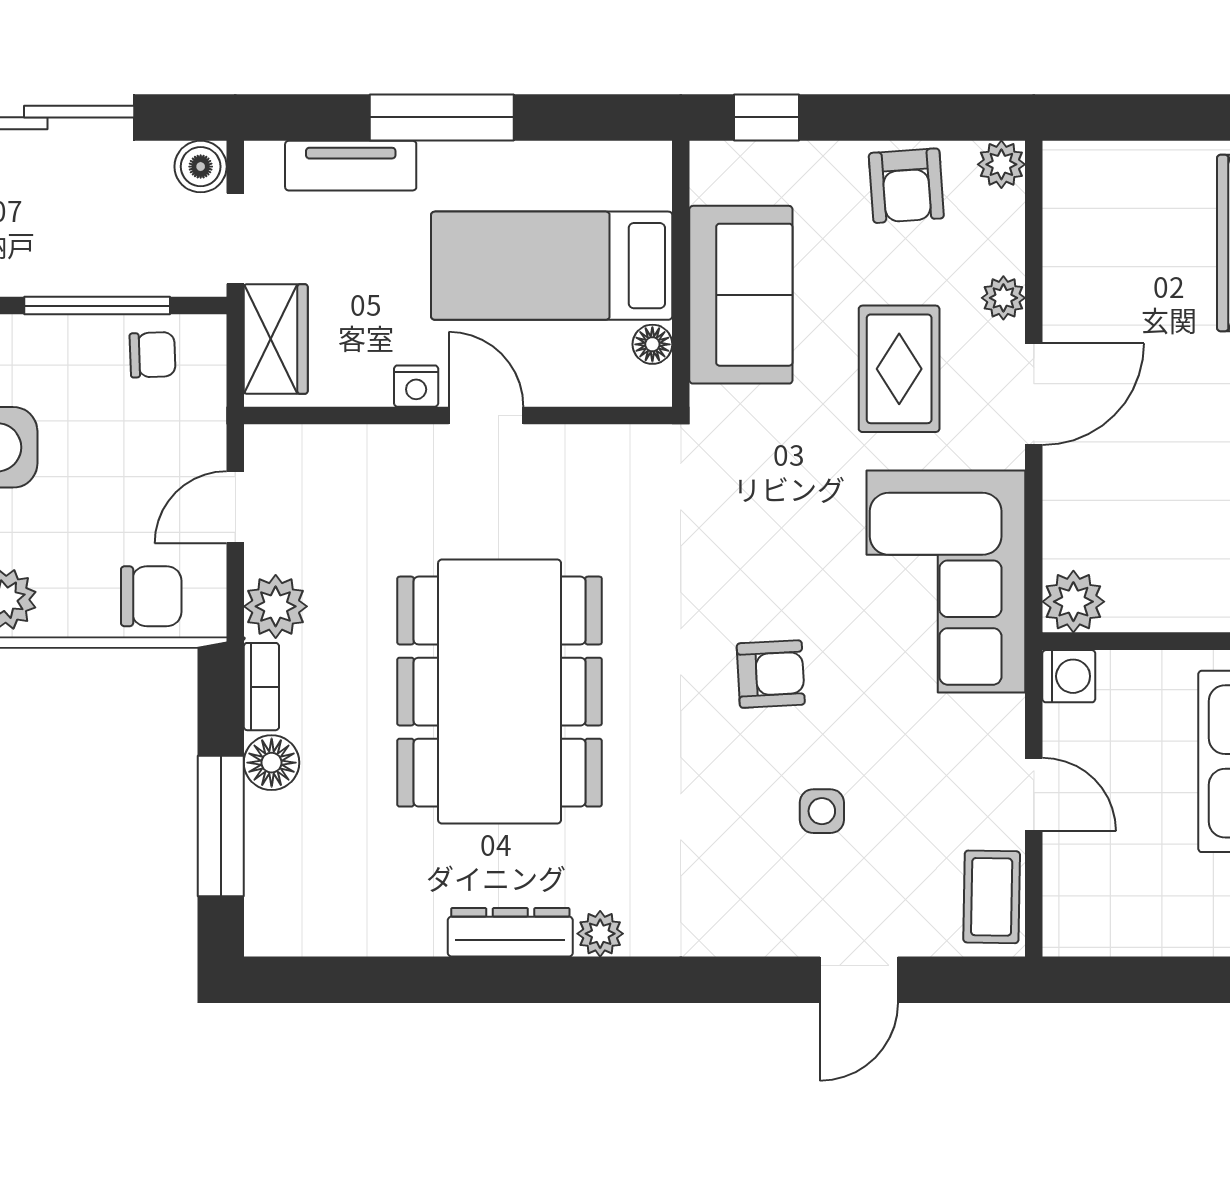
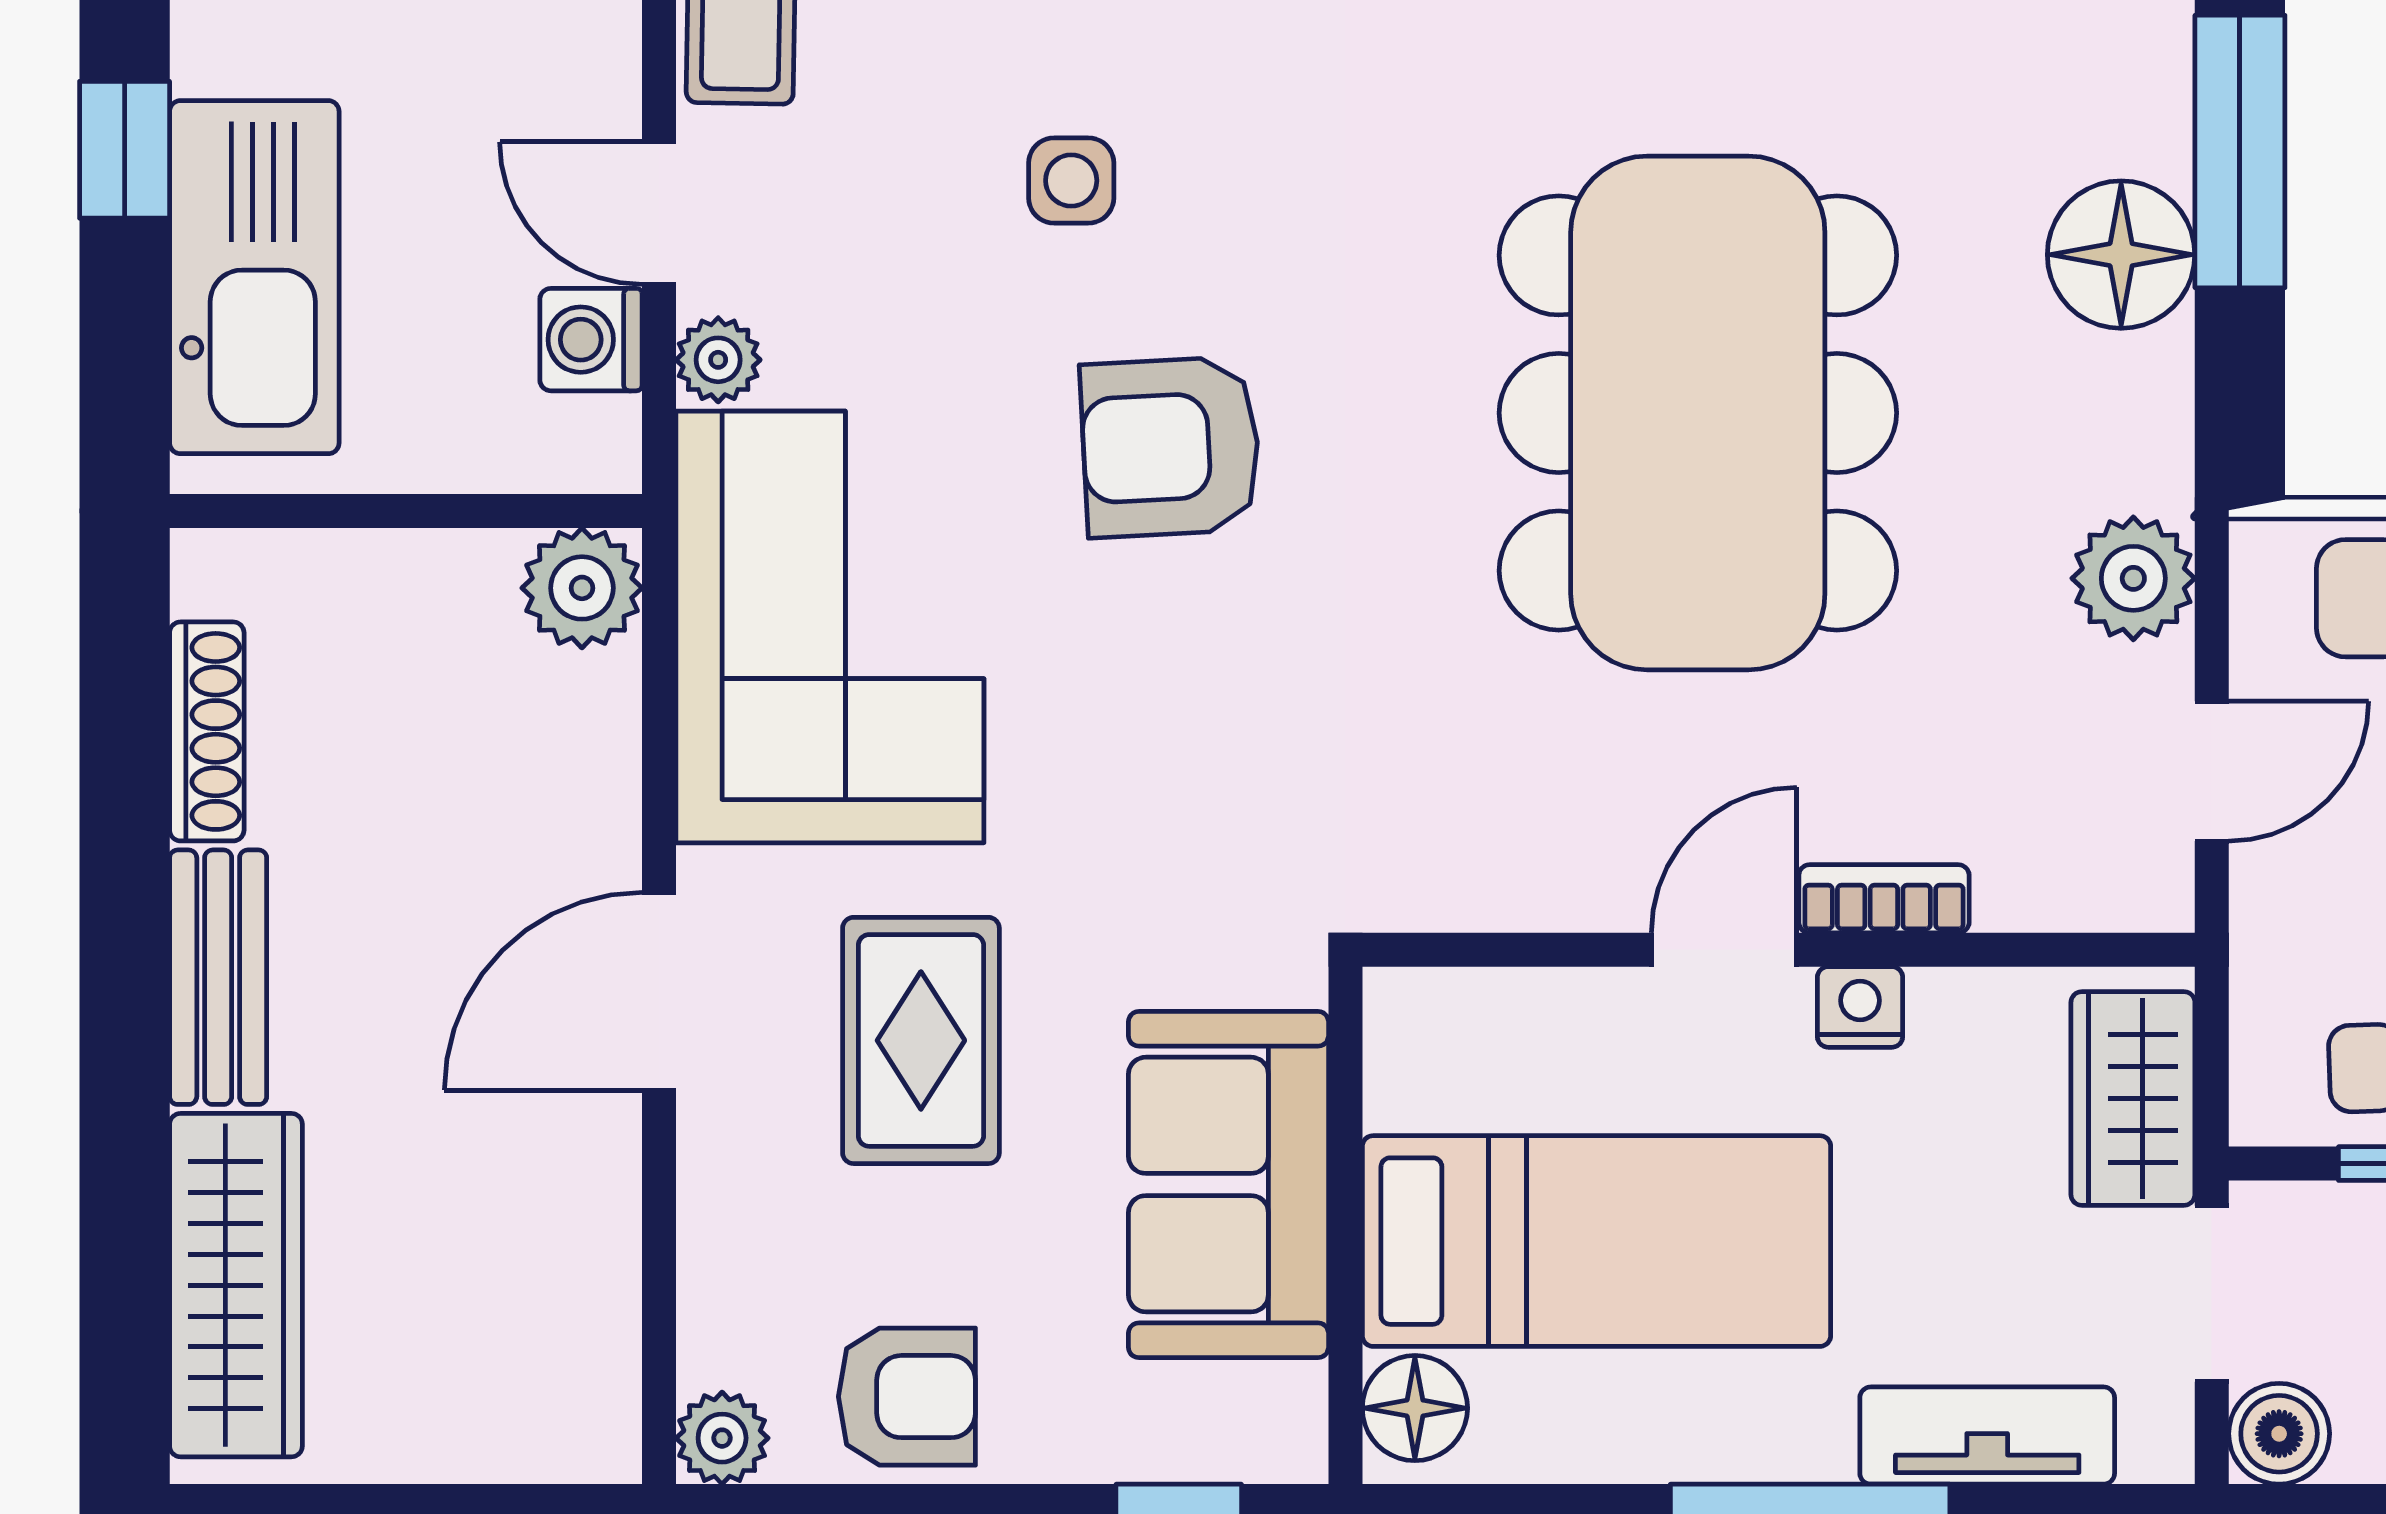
armchair: (906, 186) -> (907, 1397), turned 94
plant: (1003, 298) -> (718, 360), moved
floor lamp: (652, 344) -> (1415, 1408), moved, width x1.37, depth x1.37
door: (486, 415) -> (1724, 950), swing flipped
armchair: (771, 674) -> (1171, 447), width x1.38, depth x1.38
washing machine: (1069, 676) -> (591, 340), moved
bookcase: (261, 687) -> (1884, 899), moved, turned 90
floor lamp: (272, 763) -> (2121, 255), width x1.38, depth x1.38

